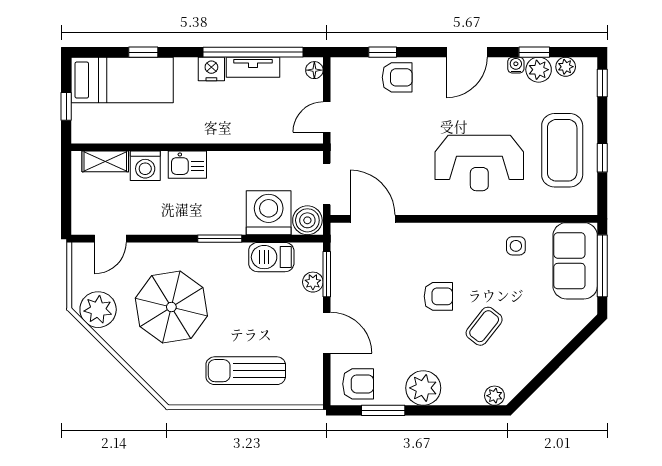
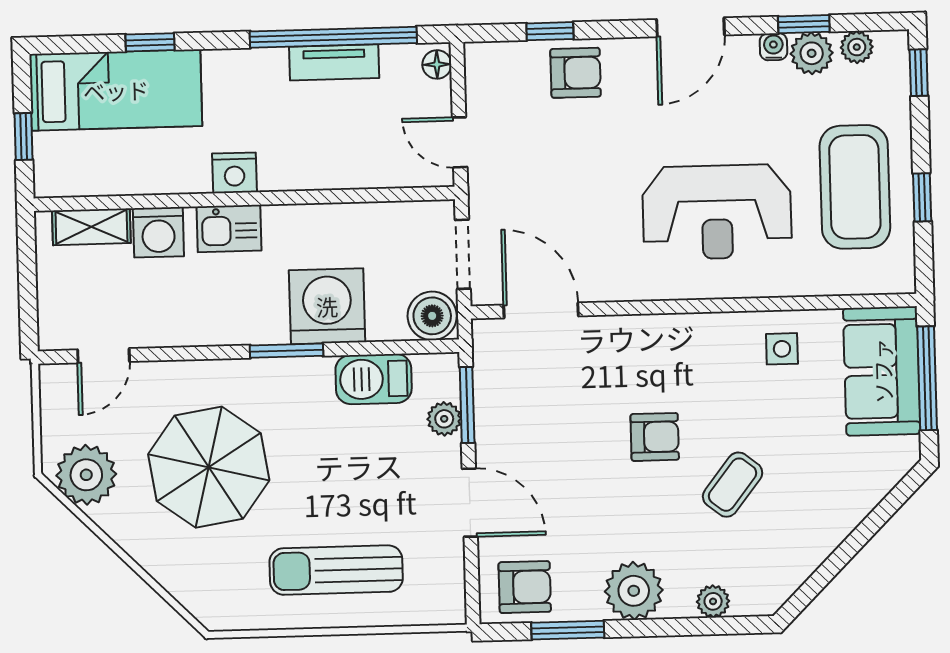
nightstand: (211, 69) -> (234, 173), moved, turned 180
door: (327, 117) -> (460, 142), hinge flipped
washing machine: (269, 213) -> (327, 306), moved
plant: (494, 396) -> (713, 601), moved

